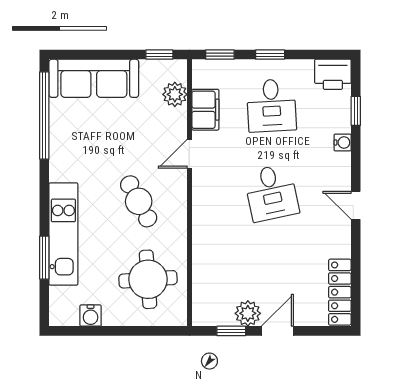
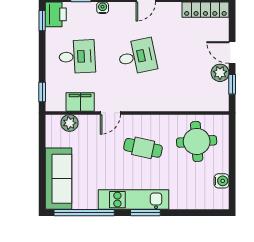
window: (159, 55) -> (42, 134), removed
window: (270, 55) -> (42, 21), moved
door: (189, 154) -> (110, 113), hinge flipped
cafe table: (139, 201) -> (143, 148), turned 40
kitchen unit: (63, 234) -> (134, 200), moved
window: (44, 258) -> (145, 213), moved

